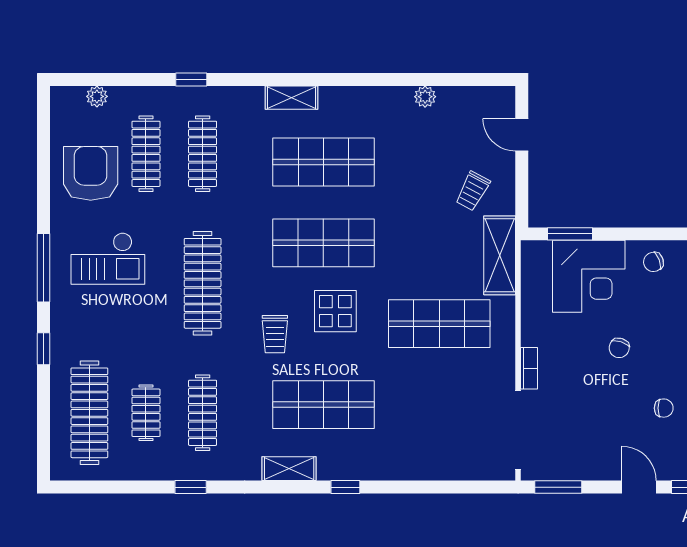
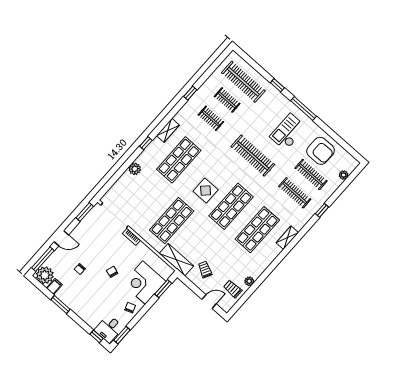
trolley: (275, 334) -> (233, 289), moved
clothes rail: (203, 413) -> (211, 118), width x0.73
plant: (407, 467) -> (135, 169), added

